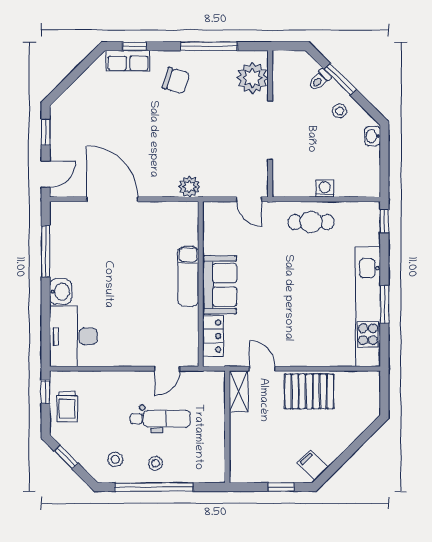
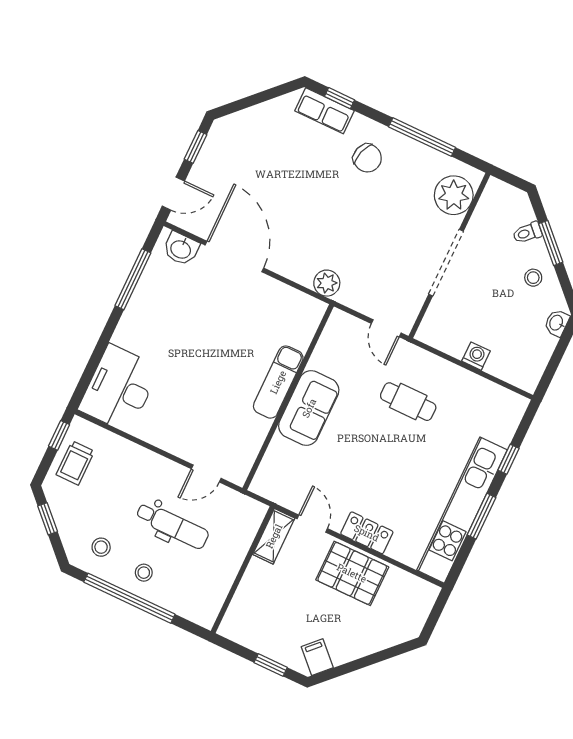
window: (384, 221) -> (508, 459), moved
cafe table: (311, 222) -> (408, 402), moved
washbasin: (61, 292) -> (181, 249), moved, turned 90
locker: (213, 336) -> (367, 533), moved, turned -90

